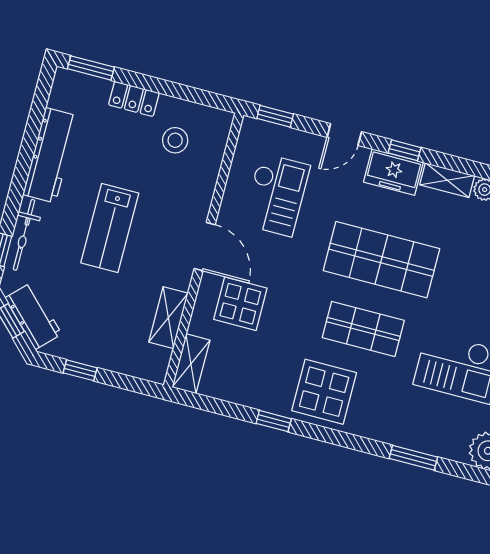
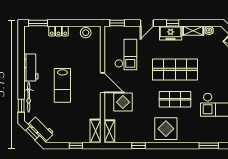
stool: (175, 140) -> (86, 33), moved
workbench: (50, 155) -> (31, 68), width x0.73
shelving: (168, 318) -> (95, 131), moved
window: (80, 370) -> (76, 146), moved
window: (274, 421) -> (138, 146), moved

